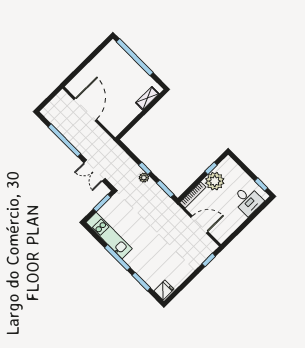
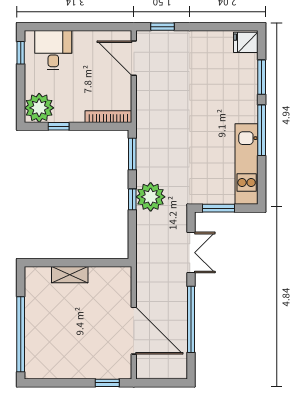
window: (74, 74) -> (107, 383), added
shelving: (147, 98) -> (70, 275), moved
door: (85, 110) -> (134, 331), swing flipped
plant: (144, 178) -> (151, 197), width x1.87, depth x1.87
plant: (215, 181) -> (39, 108), moved
door: (199, 224) -> (134, 58), moved

